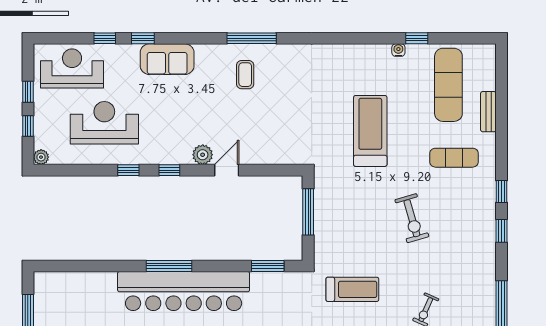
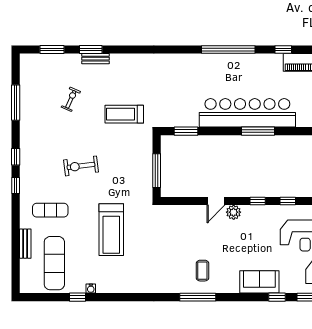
exercise bike: (412, 218) -> (81, 166), turned -81

